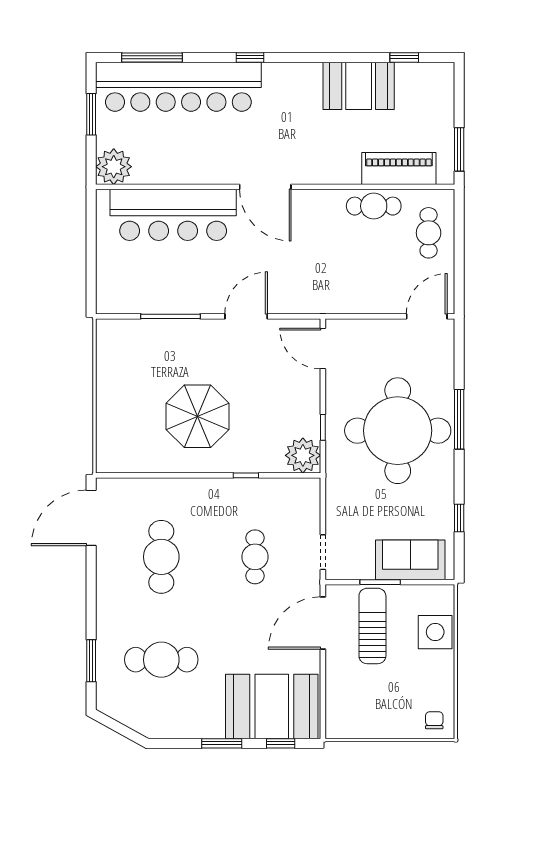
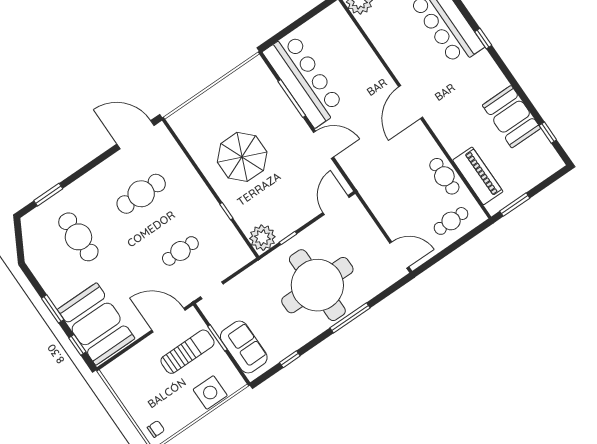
bar counter: (173, 215) -> (304, 80), moved, turned 180

